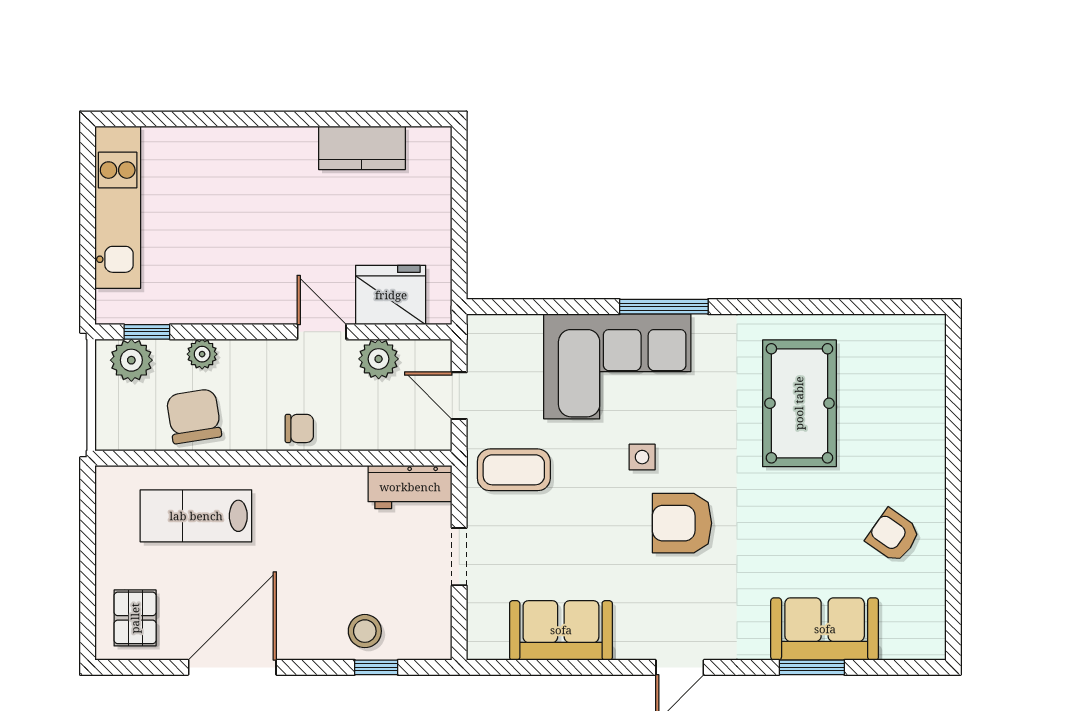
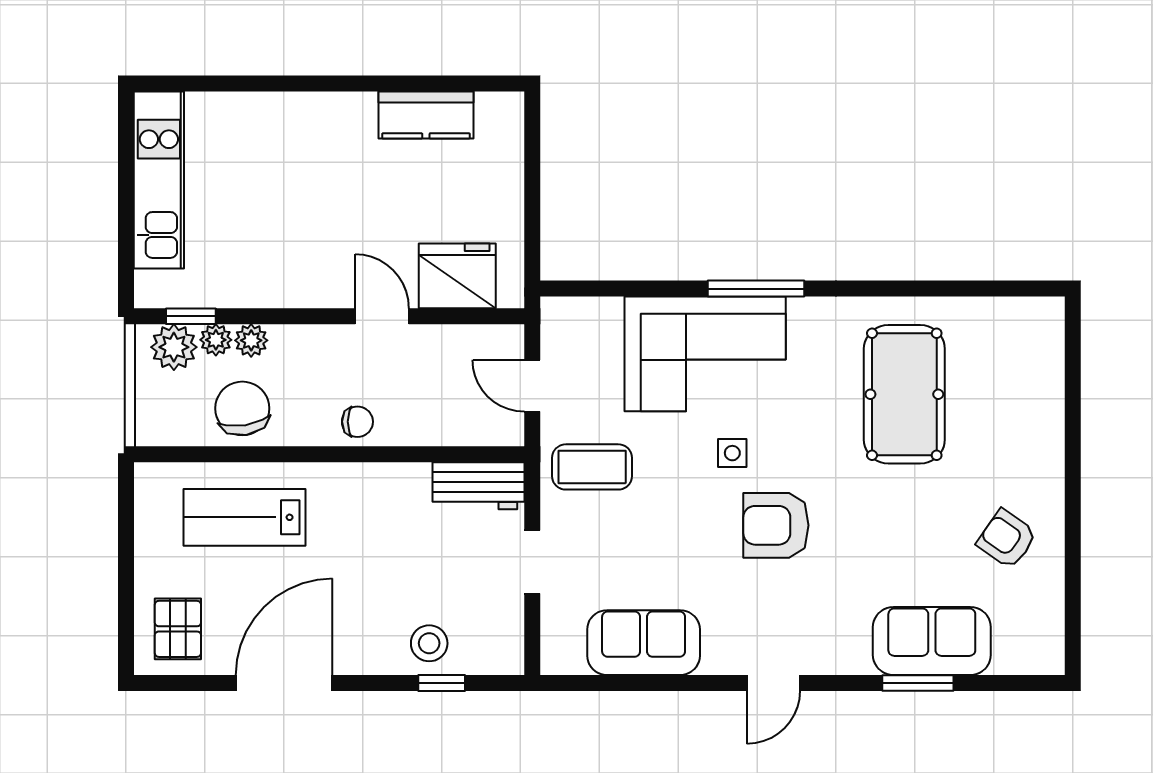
plant: (379, 359) -> (216, 340), moved, width x0.73, depth x0.73

